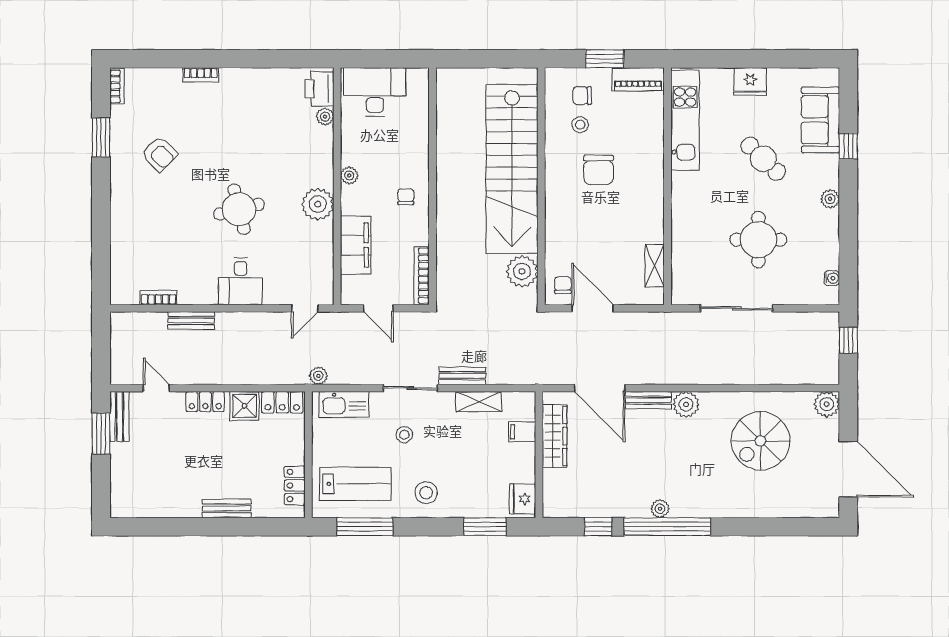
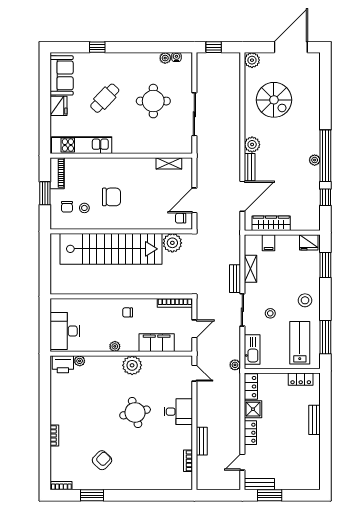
sofa: (820, 120) -> (62, 75), moved, turned -90
plant: (830, 199) -> (165, 58), moved

